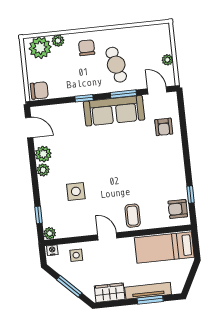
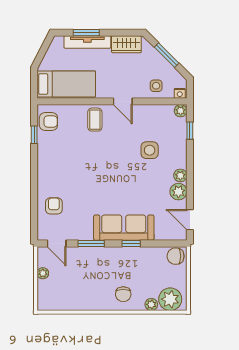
cafe table: (116, 65) -> (95, 274), removed
sofa: (114, 111) -> (124, 228), moved

